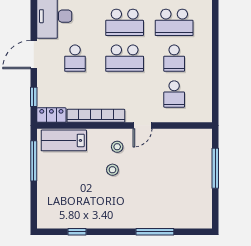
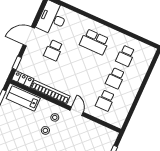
school desk: (174, 22) -> (125, 56), width x0.54
school desk: (125, 58) -> (84, 64), removed
door: (143, 125) -> (77, 111), swing flipped

